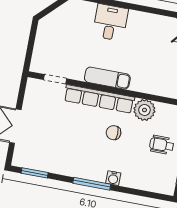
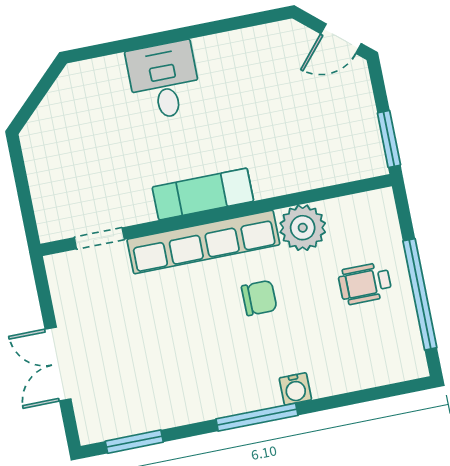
chair: (113, 133) -> (259, 298), turned 180

